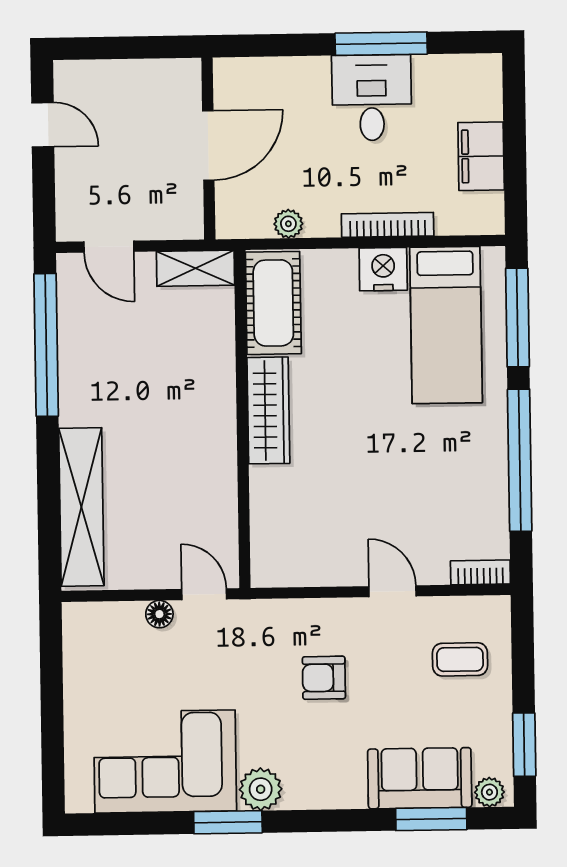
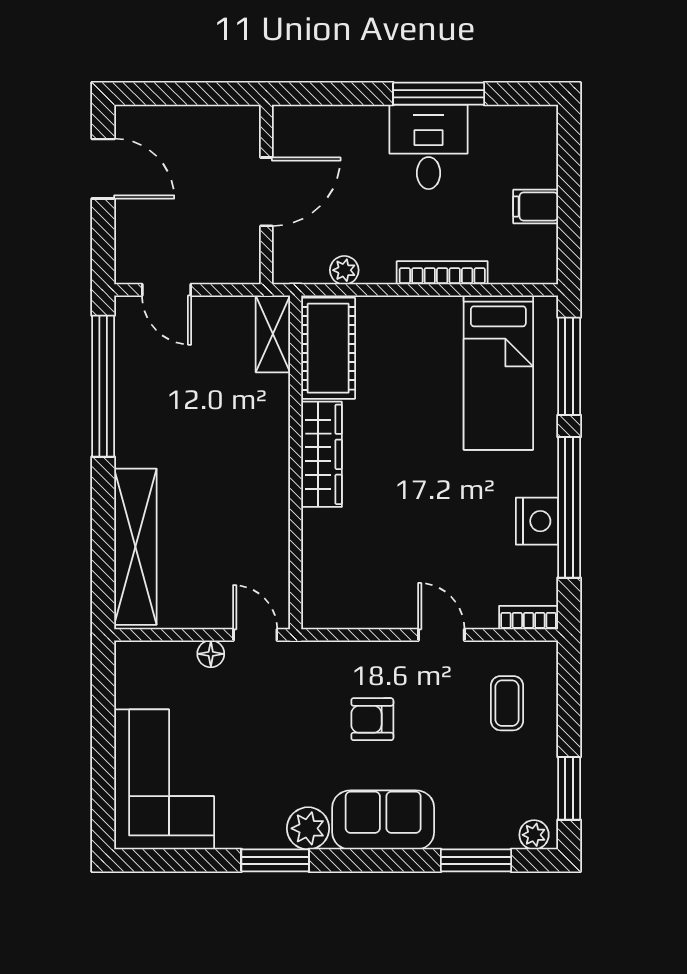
door: (43, 125) -> (103, 169), width x1.38
filing cabinet: (481, 156) -> (536, 206), width x0.50
shelving: (196, 268) -> (273, 334), moved, turned 90
nightstand: (383, 269) -> (537, 521), moved, turned 90
coffee table: (460, 659) -> (507, 703), turned 90
corner sofa: (165, 762) -> (164, 779), moved, turned 90
sofa: (420, 778) -> (383, 820), moved

